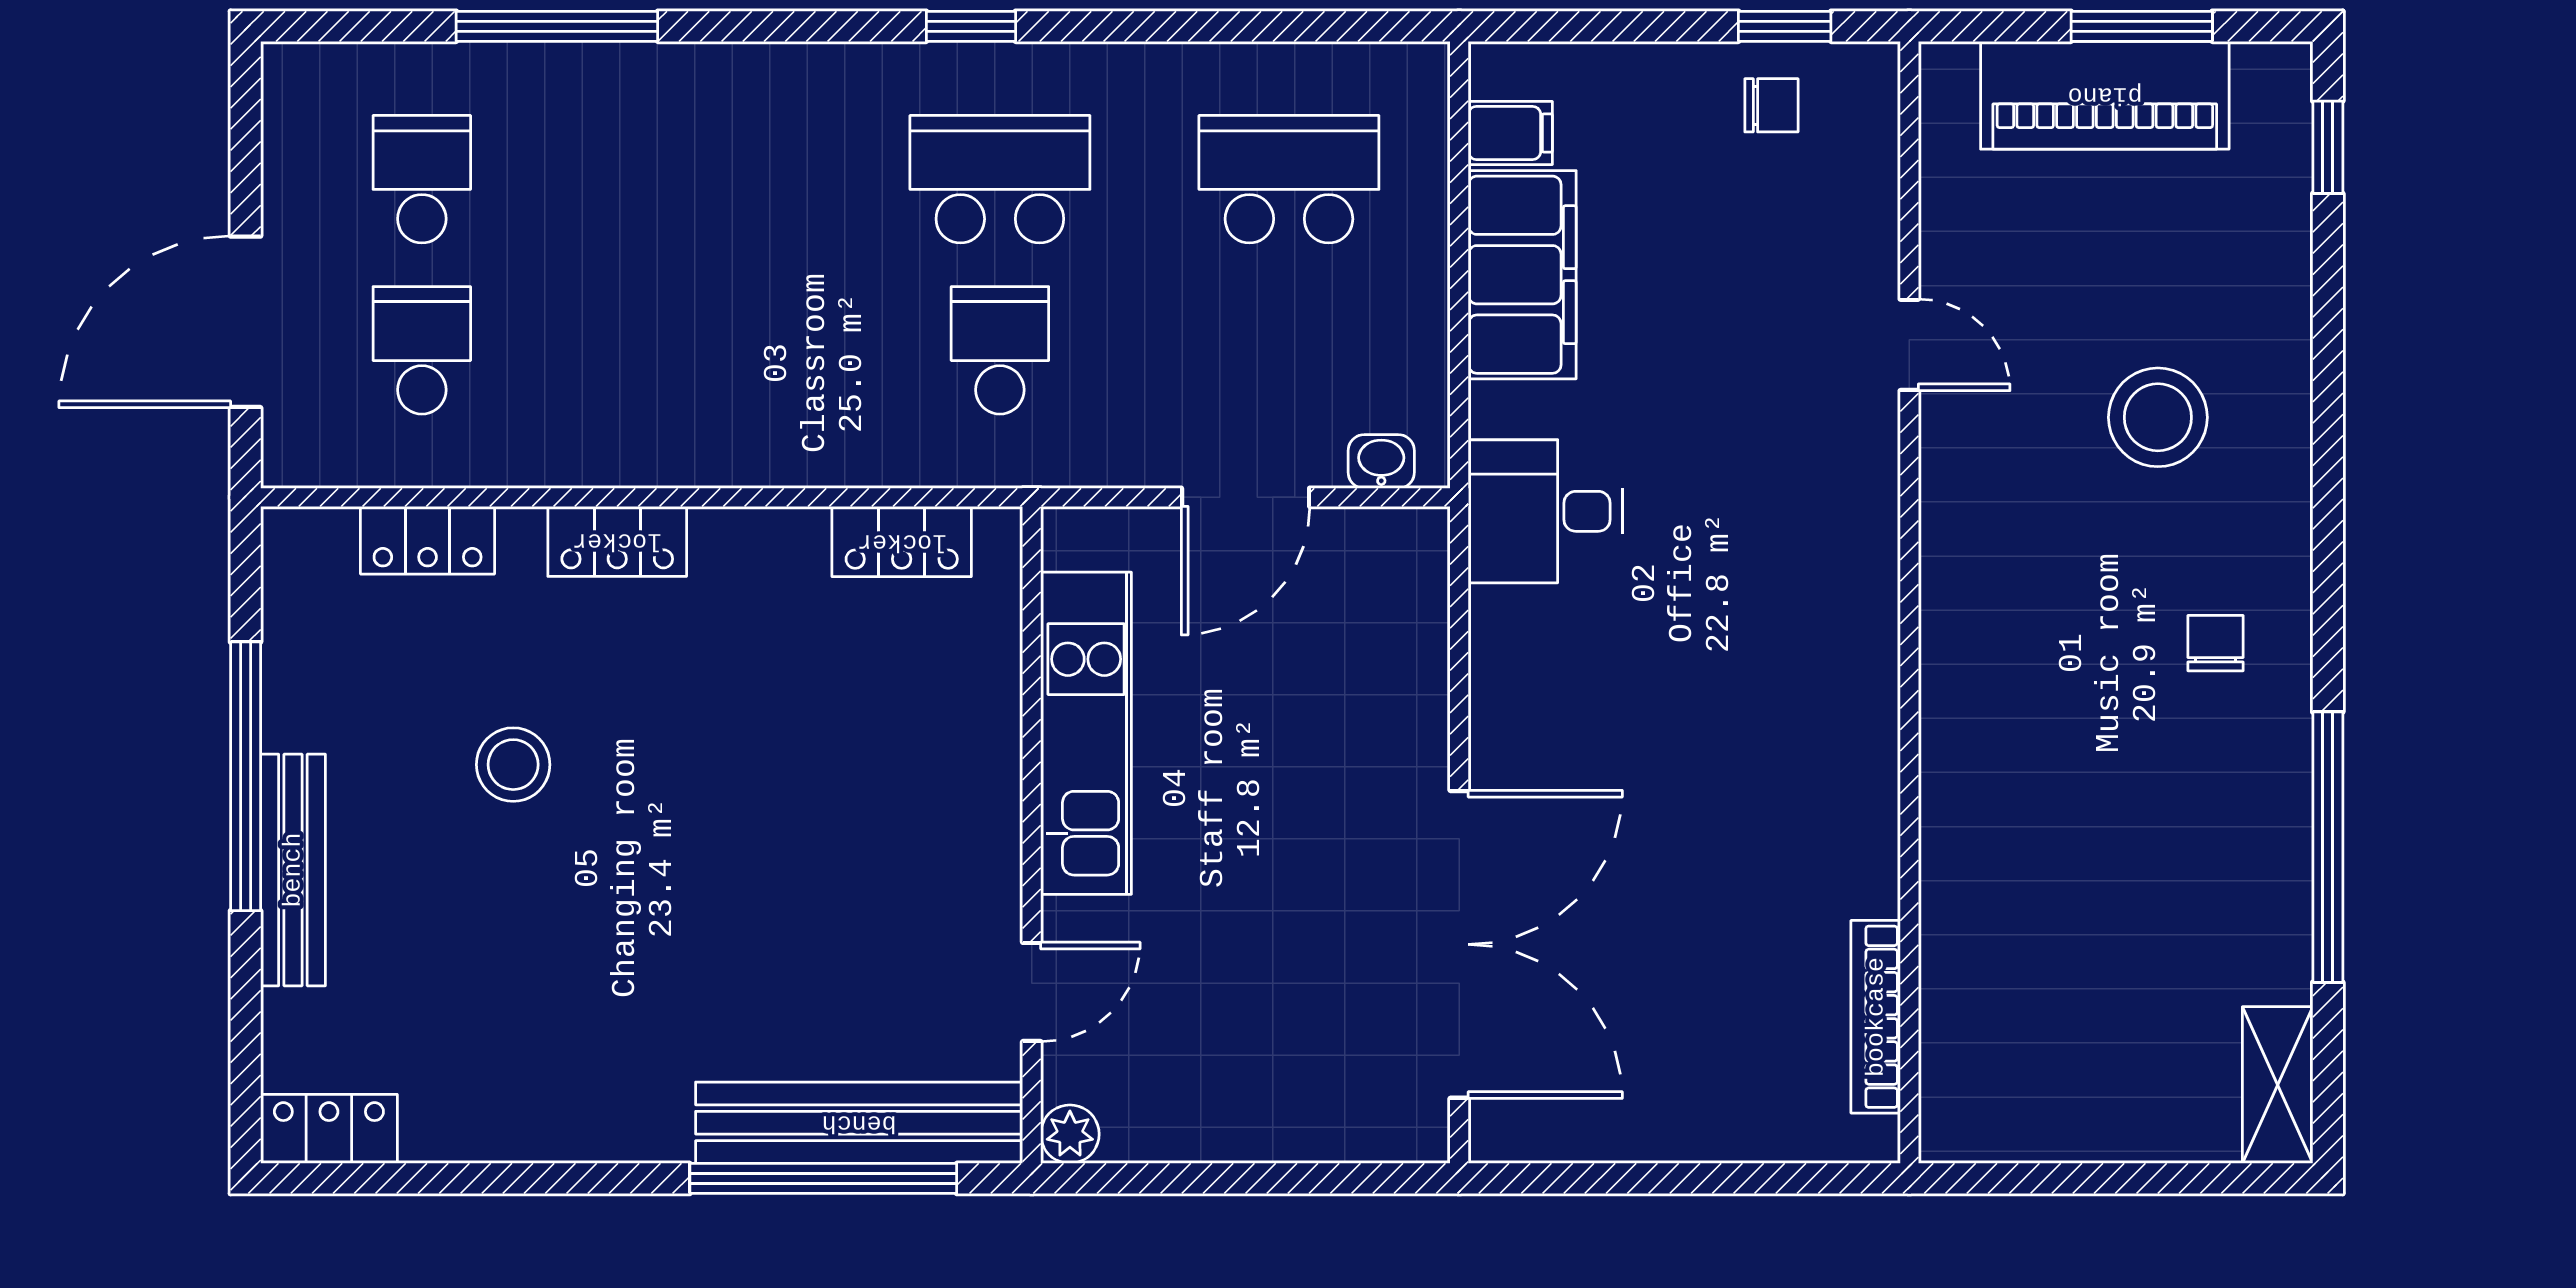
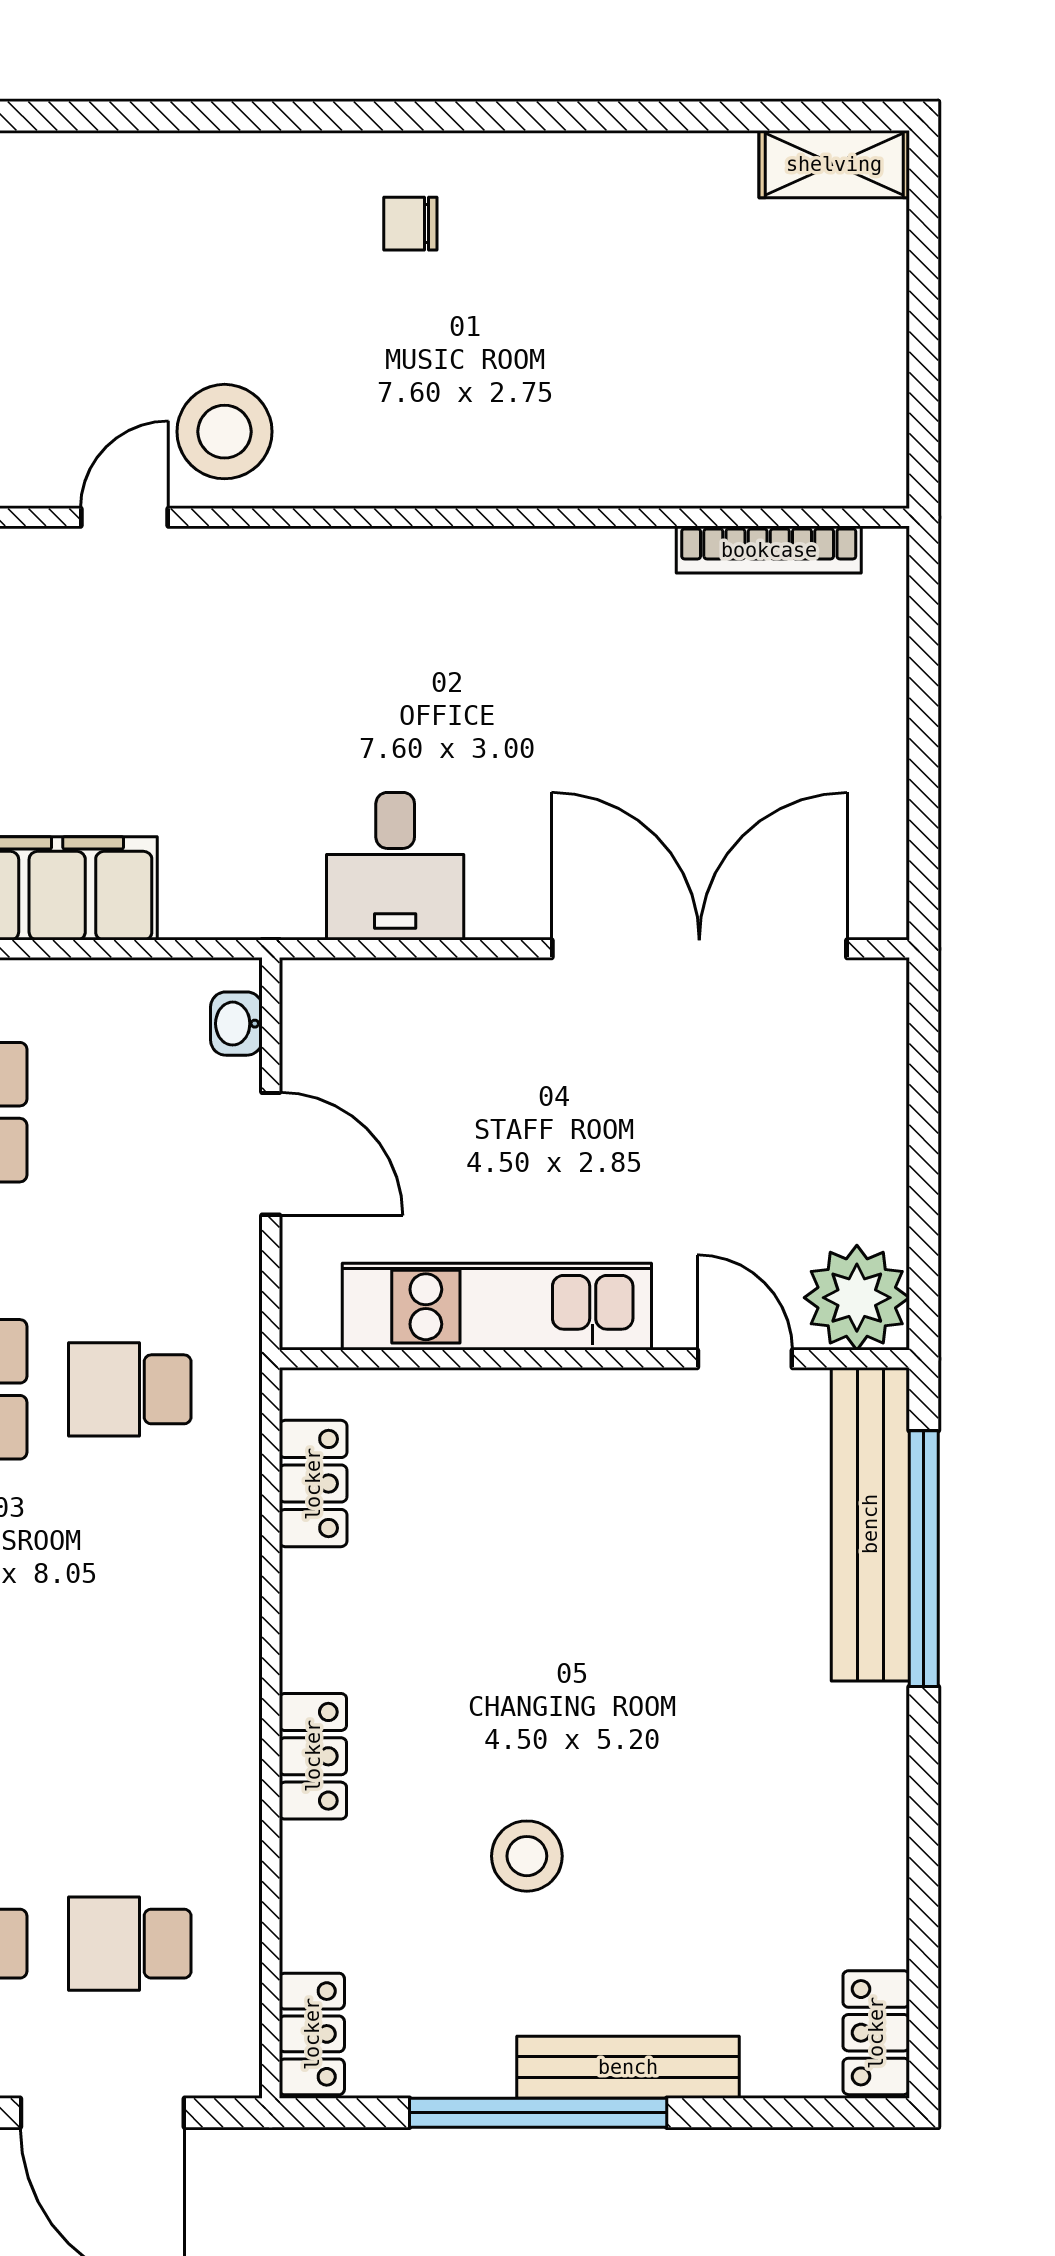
stool: (2158, 417) -> (225, 432), moved
desk: (1545, 511) -> (395, 866), moved
locker: (428, 540) -> (312, 2034), moved
window: (2328, 847) -> (606, 116), removed
plant: (1070, 1134) -> (857, 1298), width x1.87, depth x1.87

